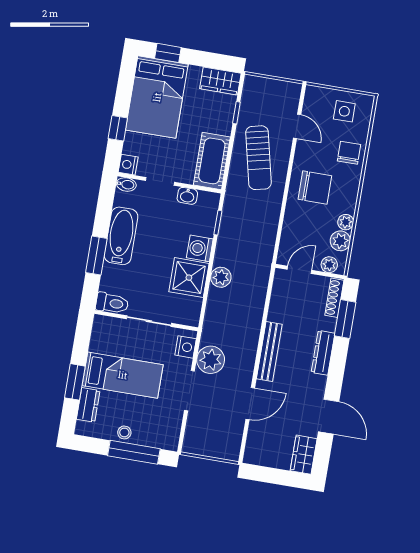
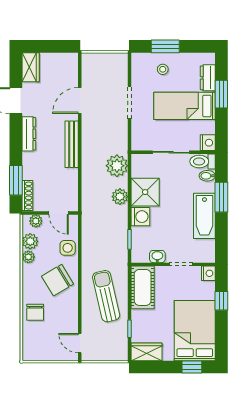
side table: (344, 111) -> (68, 248), moved
door: (297, 126) -> (80, 343), moved
bidet: (126, 184) -> (207, 176), moved
chair: (315, 187) -> (58, 280), turned -31
door: (299, 270) -> (59, 213), hinge flipped
nightstand: (186, 347) -> (208, 143), moved, turned 180
dresser: (323, 353) -> (29, 134), moved
plant: (211, 360) -> (117, 166), moved
stool: (124, 432) -> (163, 69), moved
window: (134, 452) -> (165, 46), width x0.69

